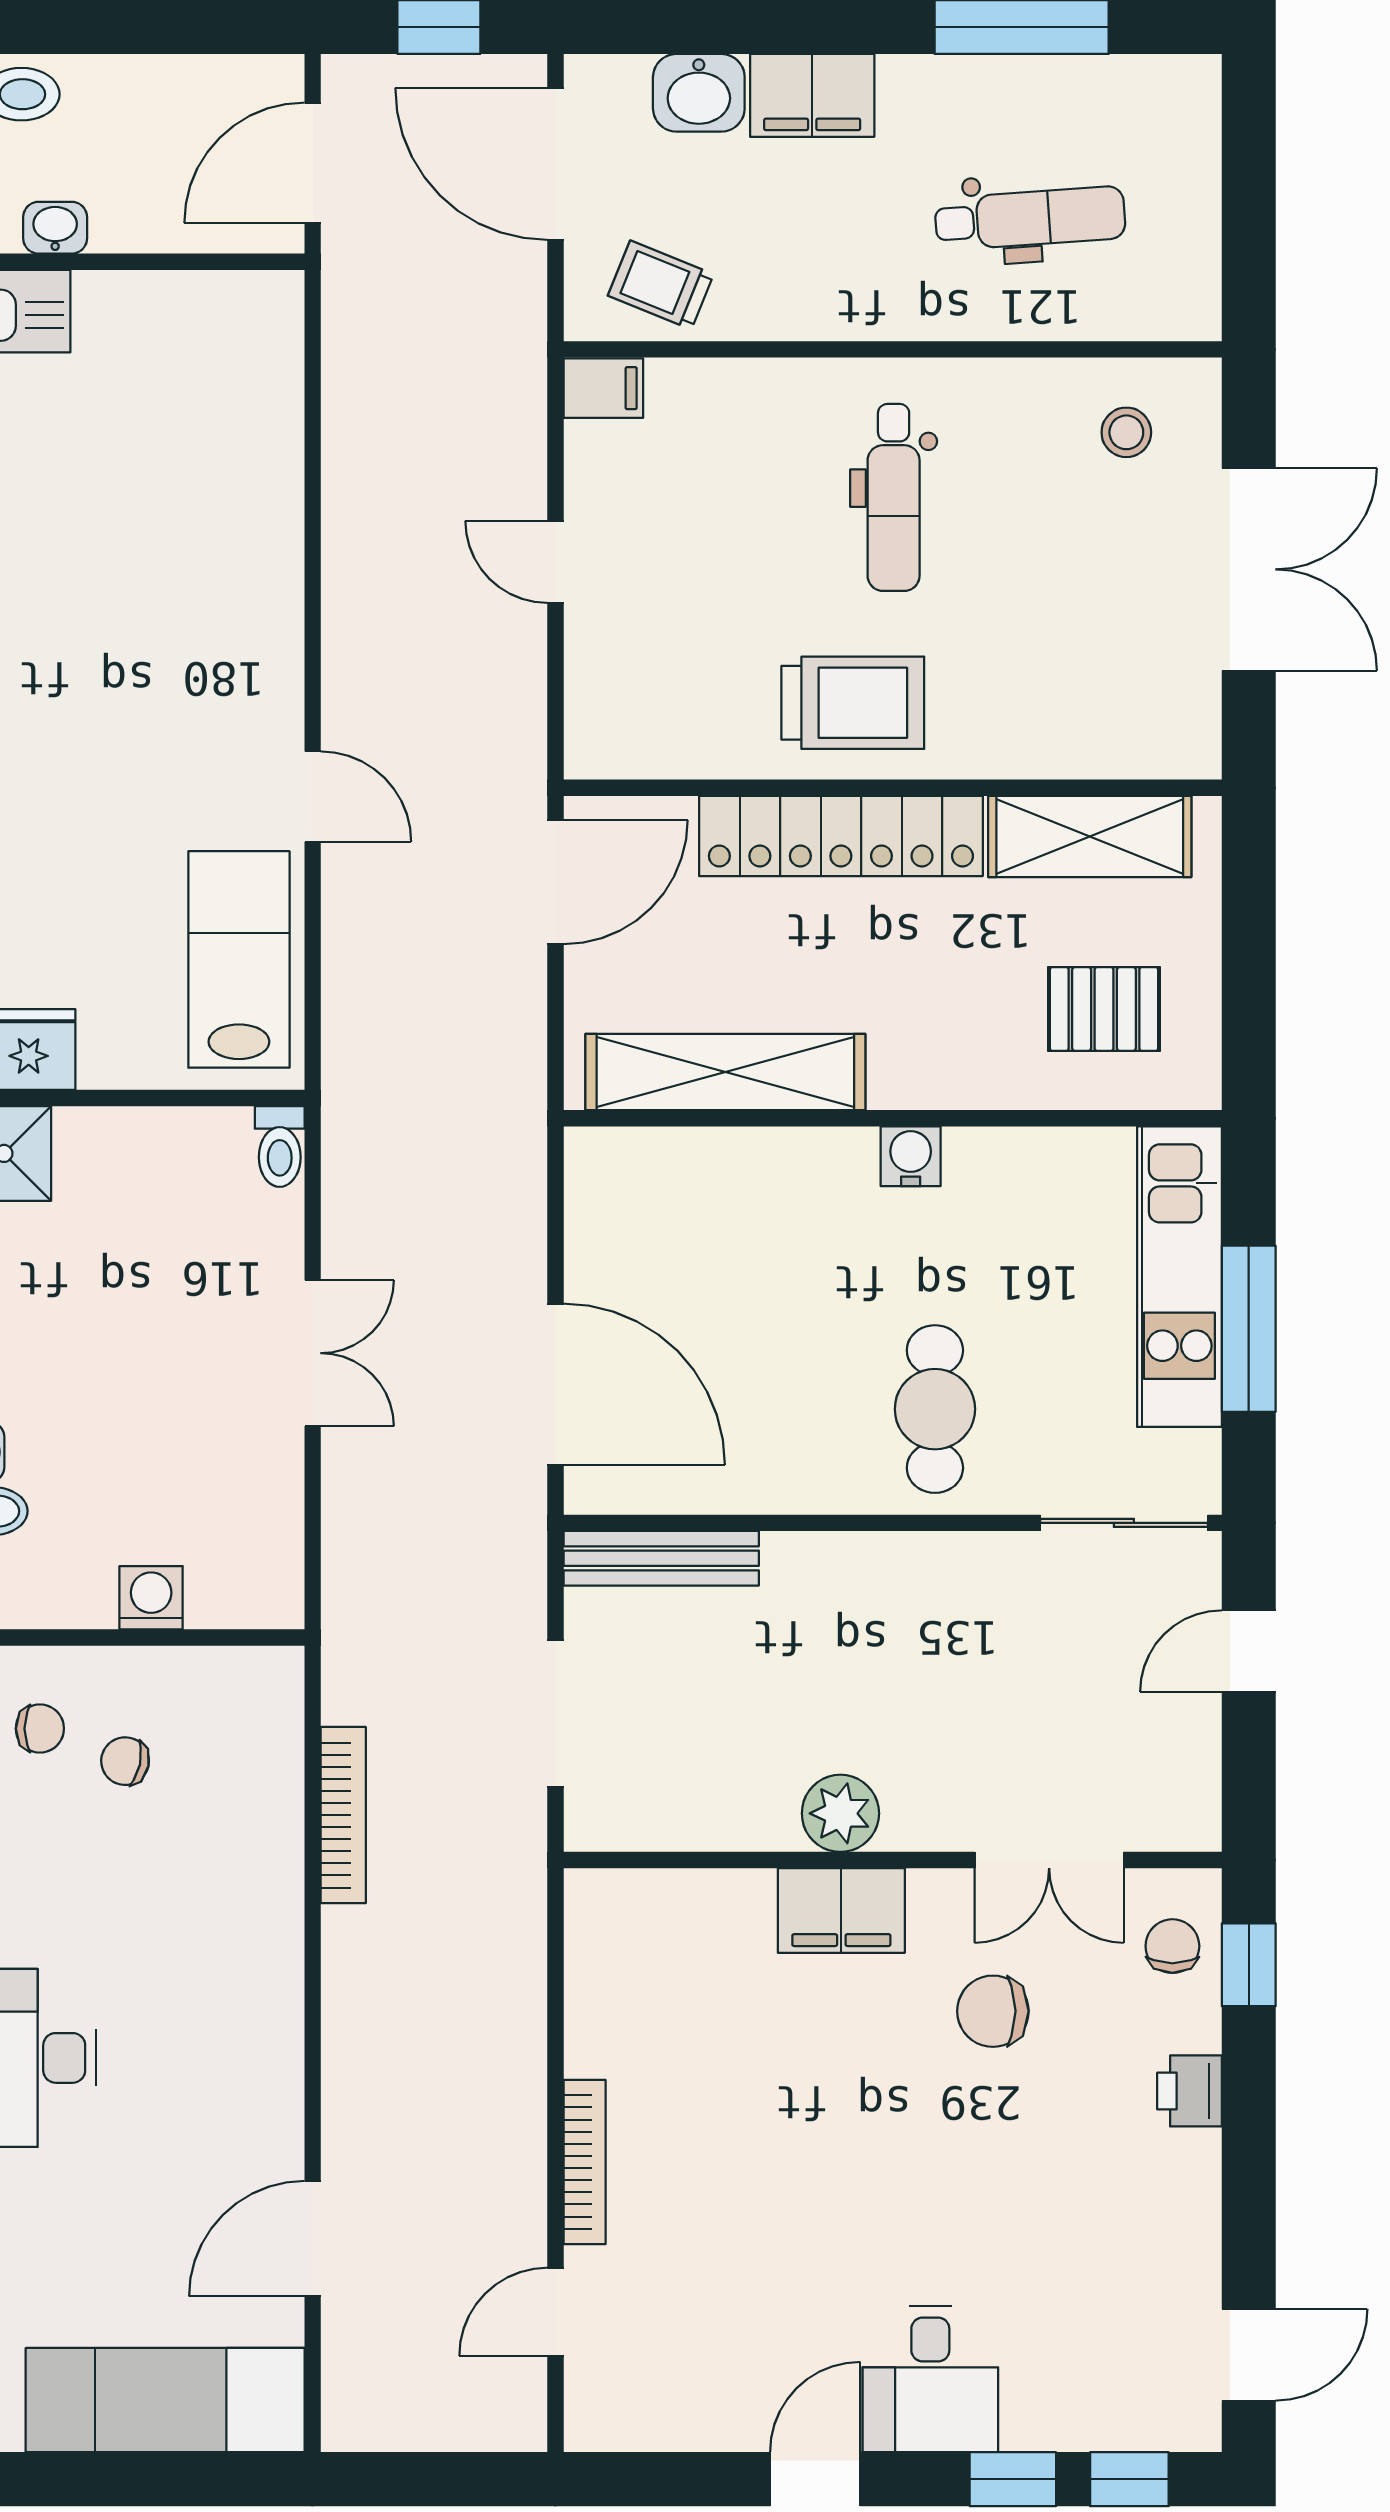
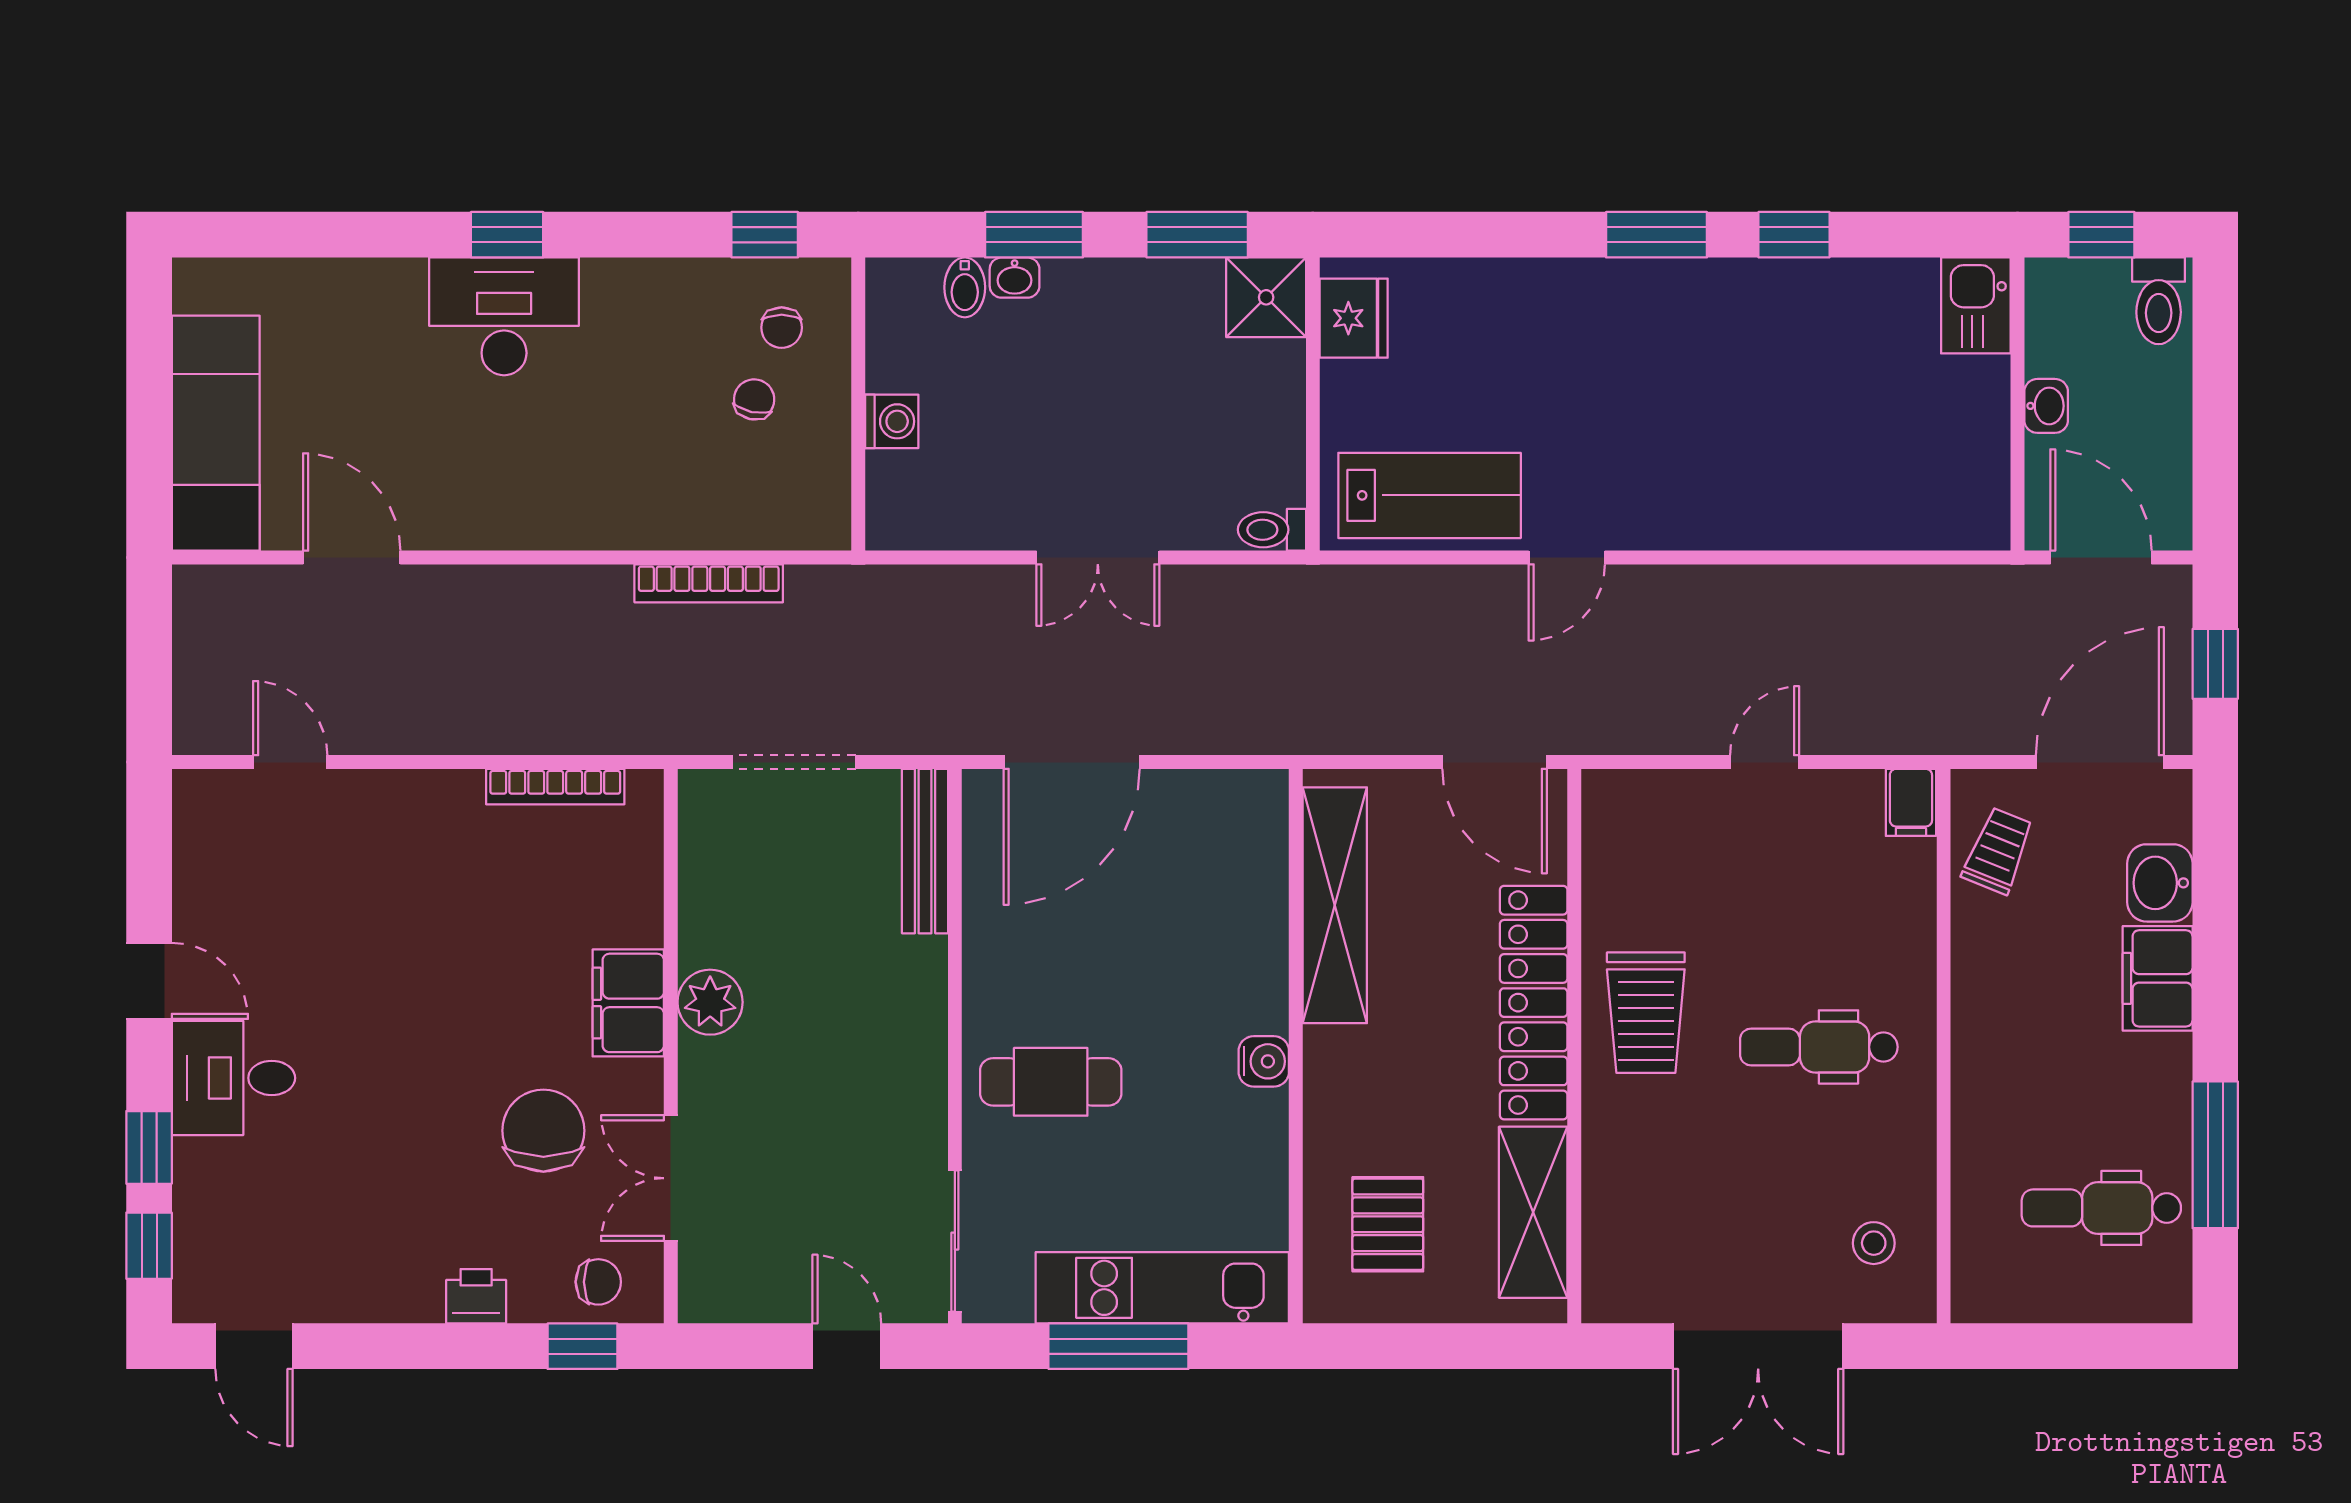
dental chair: (1030, 218) -> (2101, 1208), moved, turned 94
washbasin: (55, 228) -> (2046, 406), moved
chair: (993, 2011) -> (543, 1131), width x1.37, depth x1.37
bookcase: (585, 2162) -> (555, 787), moved

